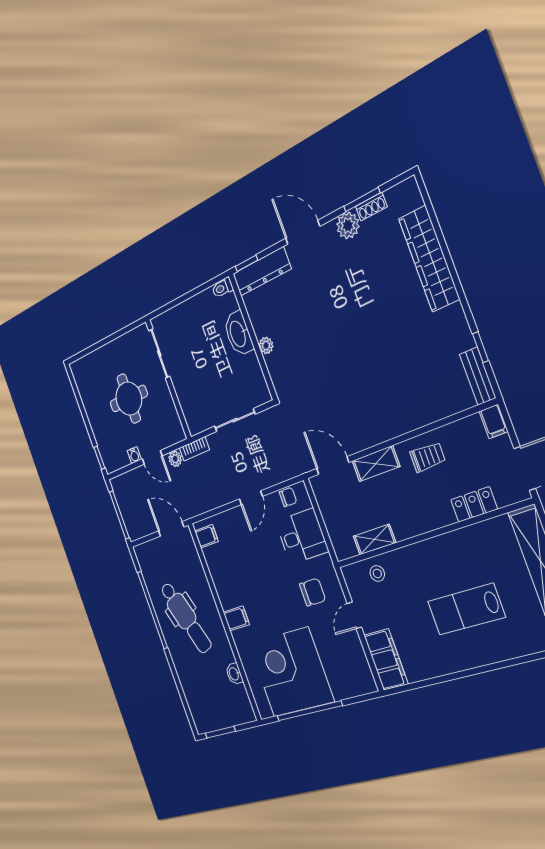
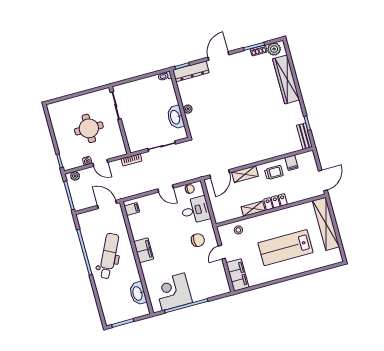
plant: (348, 225) -> (274, 49), moved
door: (303, 232) -> (218, 56), hinge flipped
washbasin: (238, 334) -> (175, 117), moved
filing cabinet: (494, 421) -> (291, 163), moved
plant: (175, 459) -> (75, 176), moved
door: (333, 466) -> (220, 174), swing flipped
door: (251, 498) -> (166, 188), hinge flipped
locker: (474, 504) -> (276, 202), moved
shelving: (375, 539) -> (253, 209), moved
lab bench: (466, 609) -> (286, 248), width x1.36, depth x1.39
dental chair: (186, 618) -> (109, 256), turned -135
filing cabinet: (236, 618) -> (144, 250), width x2.00
corner desk: (291, 672) -> (173, 292), width x0.74, depth x0.74
washbasin: (234, 674) -> (138, 293), width x1.91, depth x1.45

